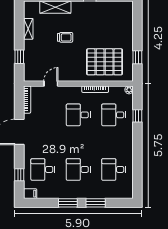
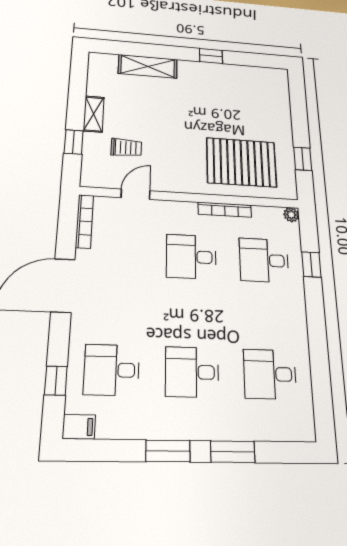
shelving: (28, 29) -> (94, 114), moved
trolley: (65, 37) -> (126, 148), moved

